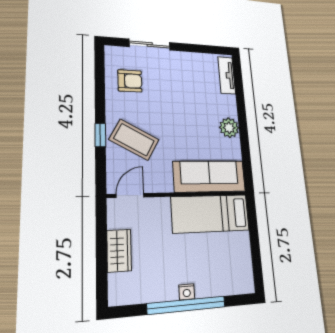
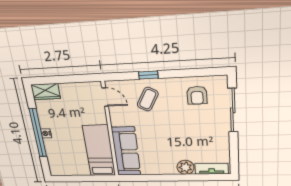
sliding door: (150, 45) -> (233, 110), width x1.37
plant: (229, 128) -> (185, 167), moved
coffee table: (134, 140) -> (148, 99), width x0.73, depth x0.77
wardrobe: (119, 251) -> (46, 92), moved

